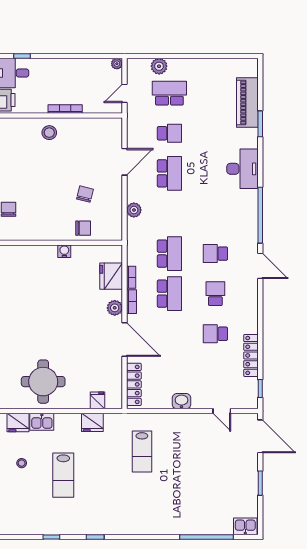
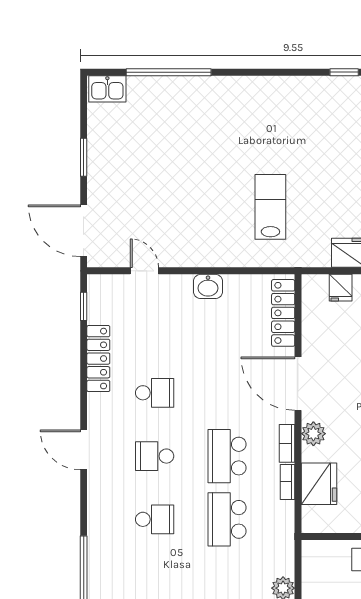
door: (260, 266) -> (84, 450), moved
school desk: (215, 294) -> (155, 456), turned 90

